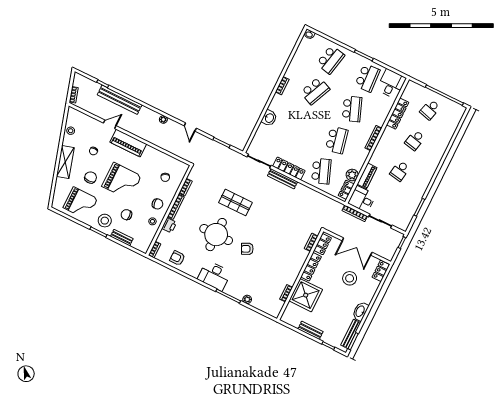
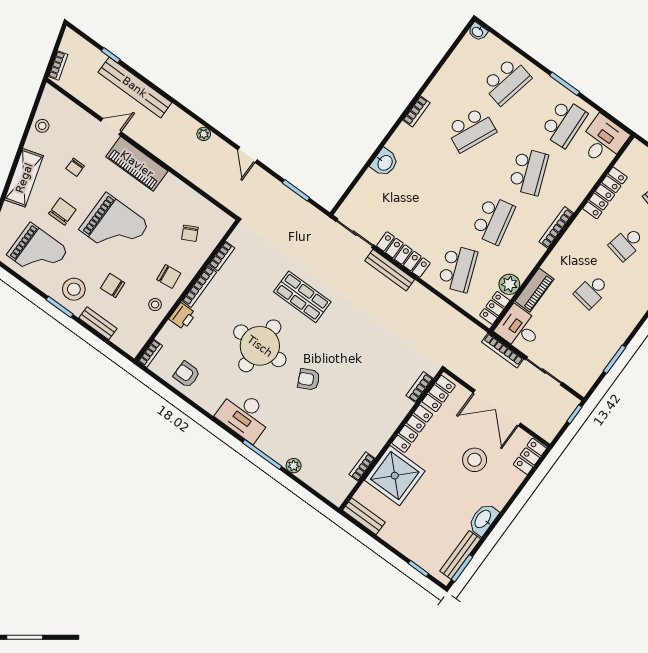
bench: (310, 330) -> (364, 516), moved

